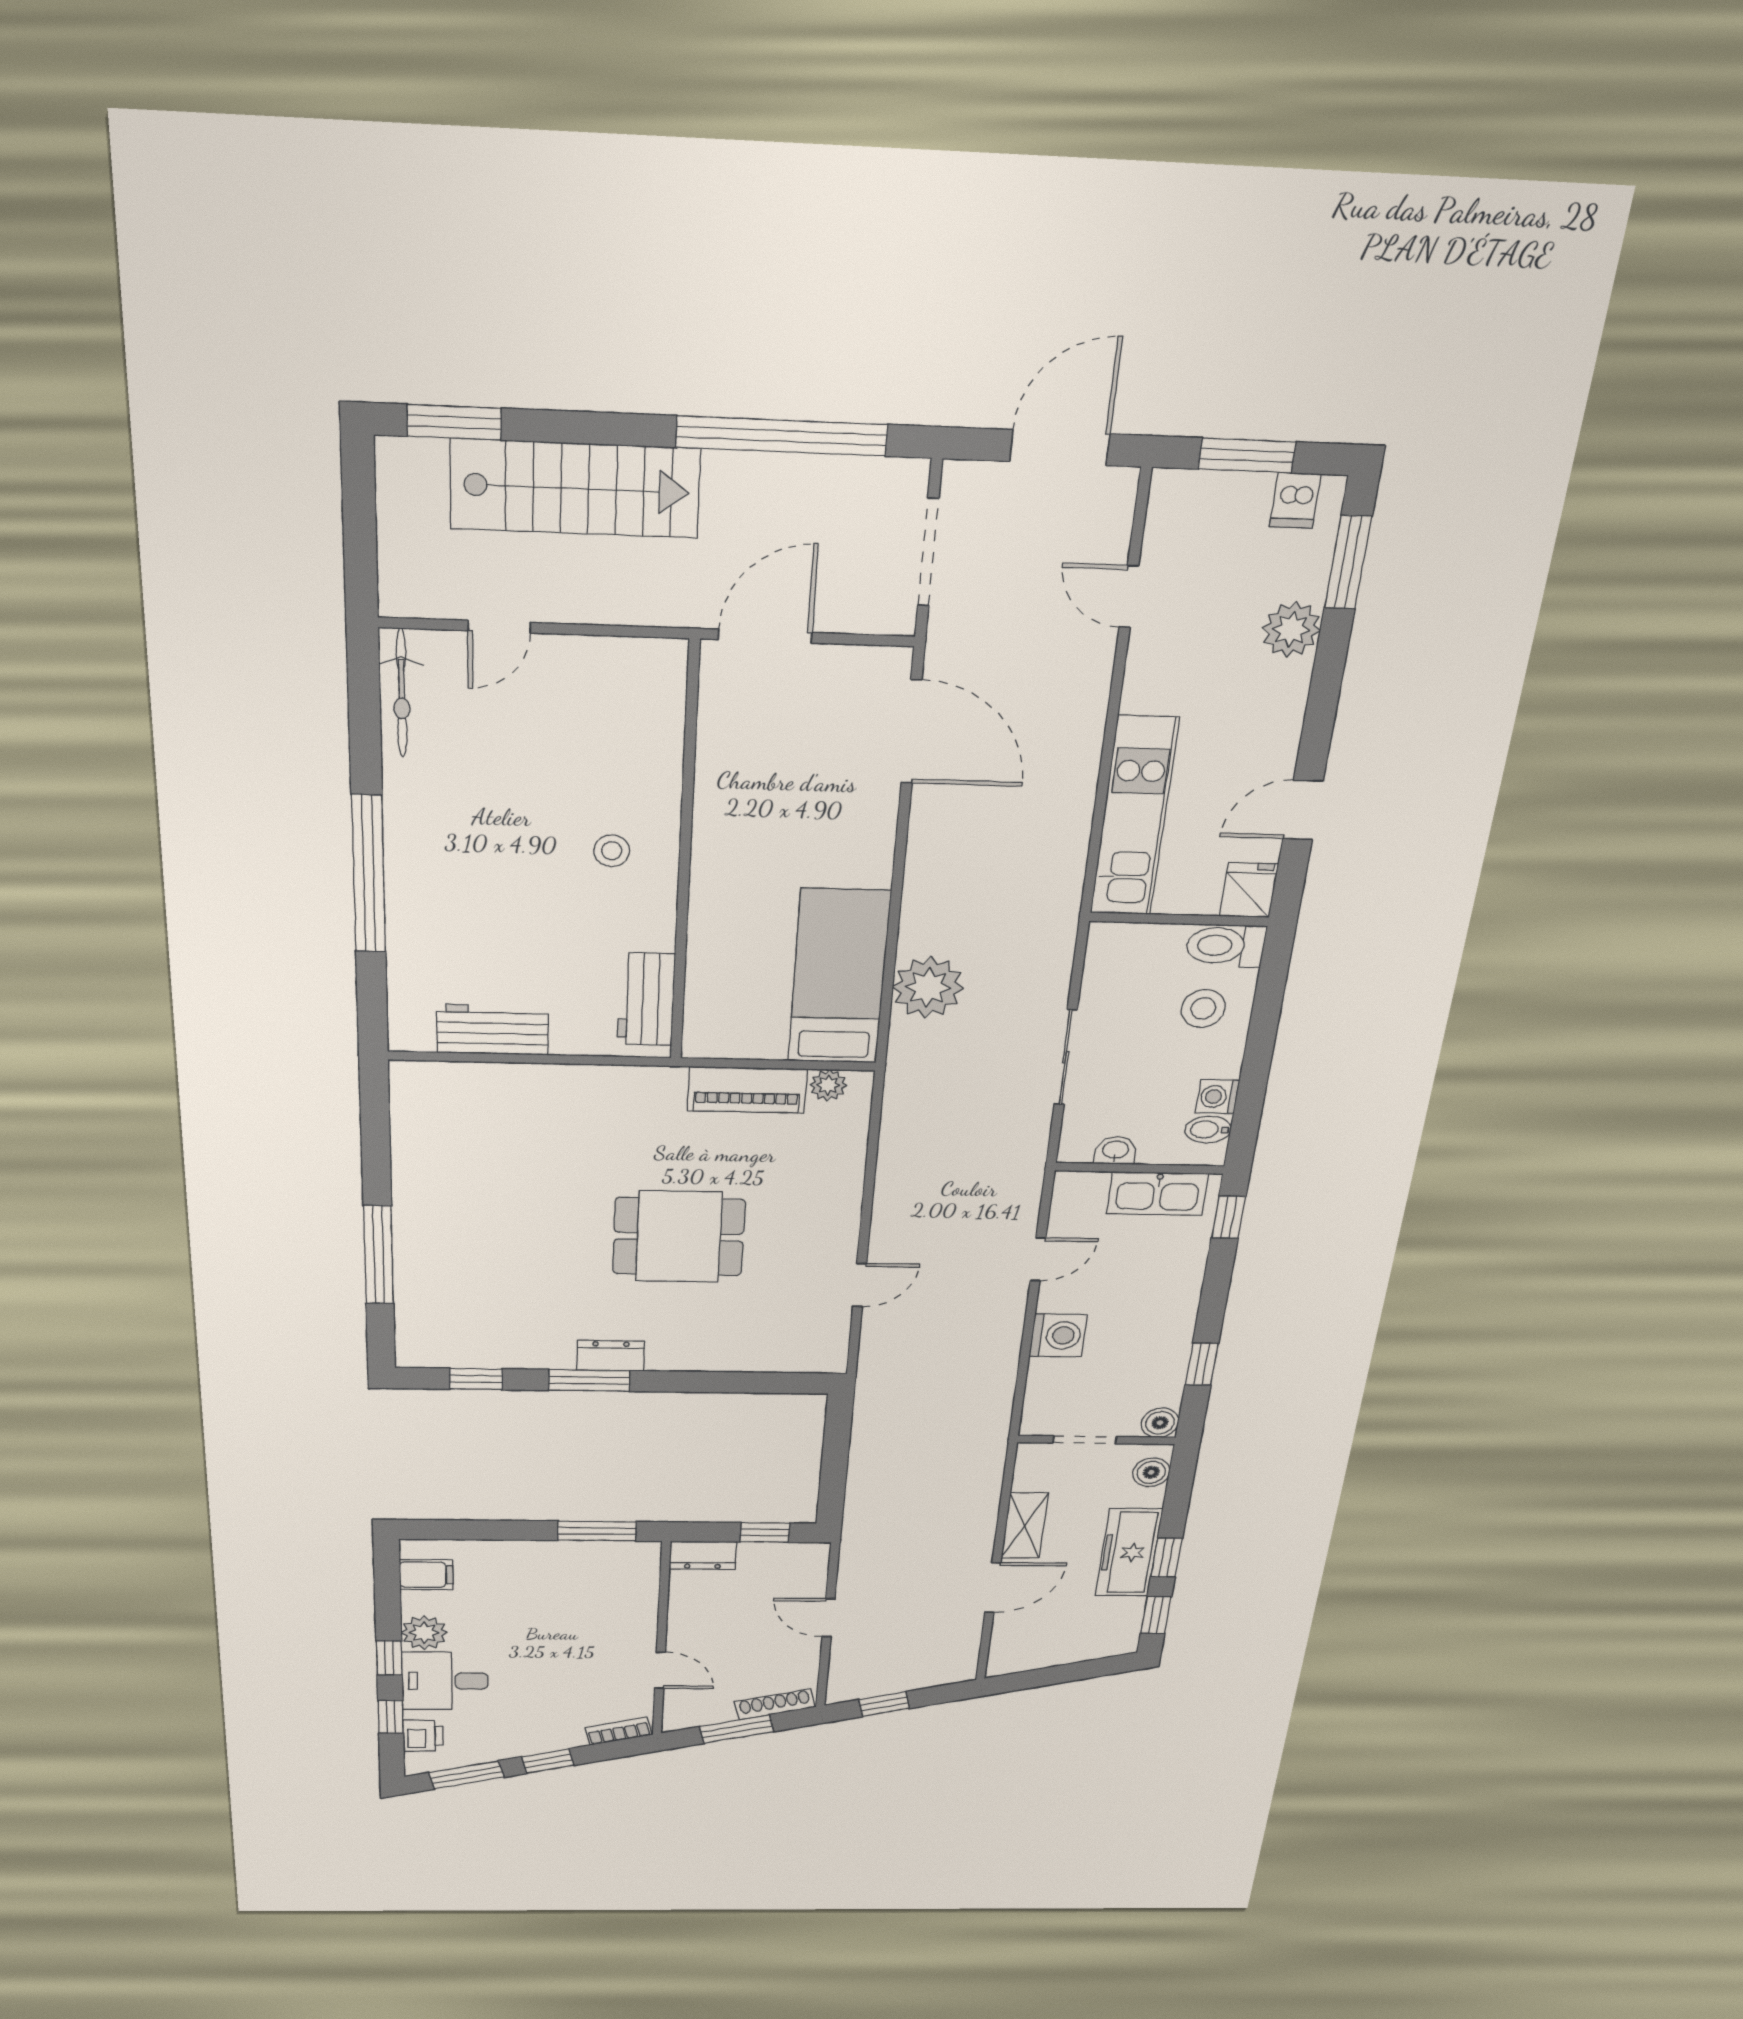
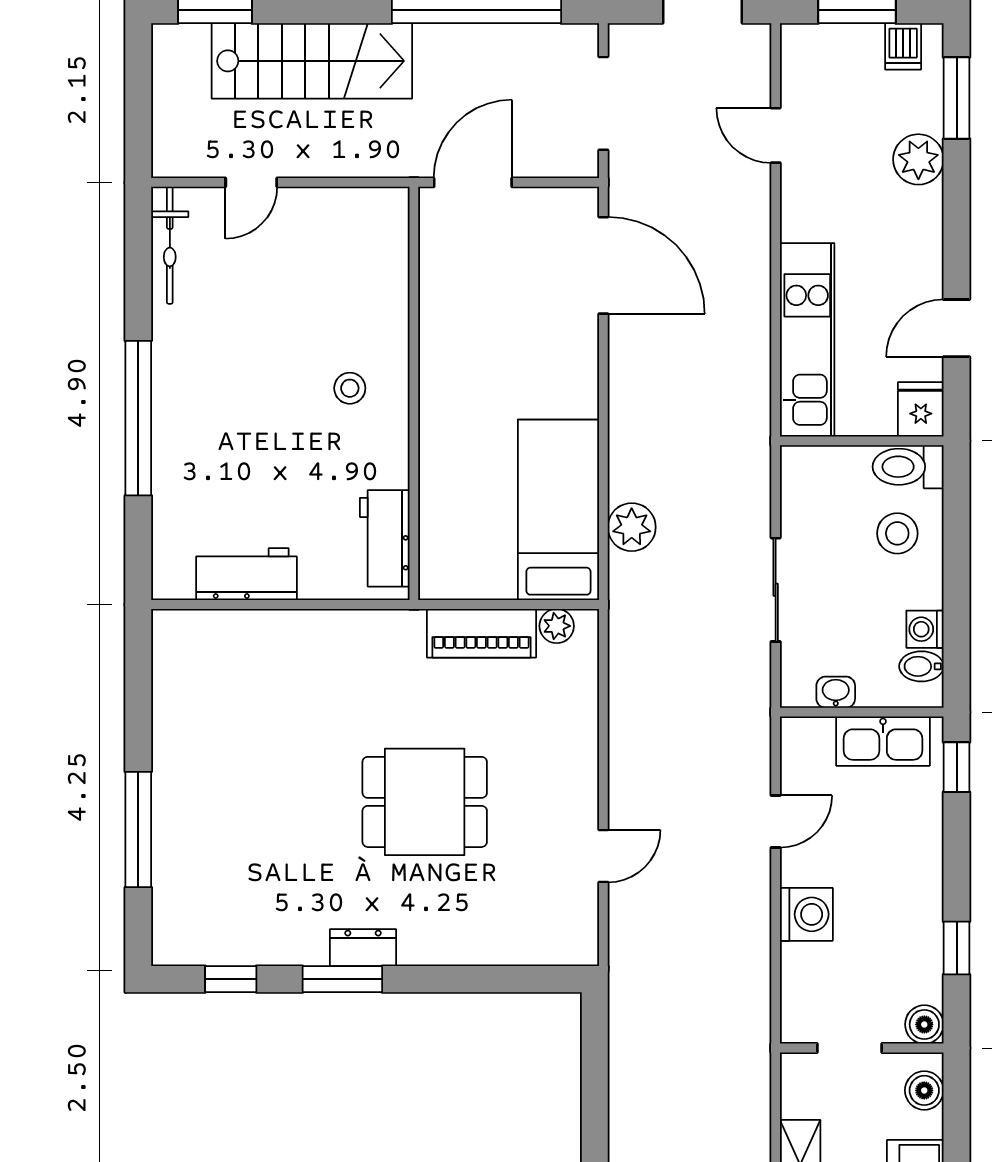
plant: (928, 987) -> (632, 527), width x0.73, depth x0.73

